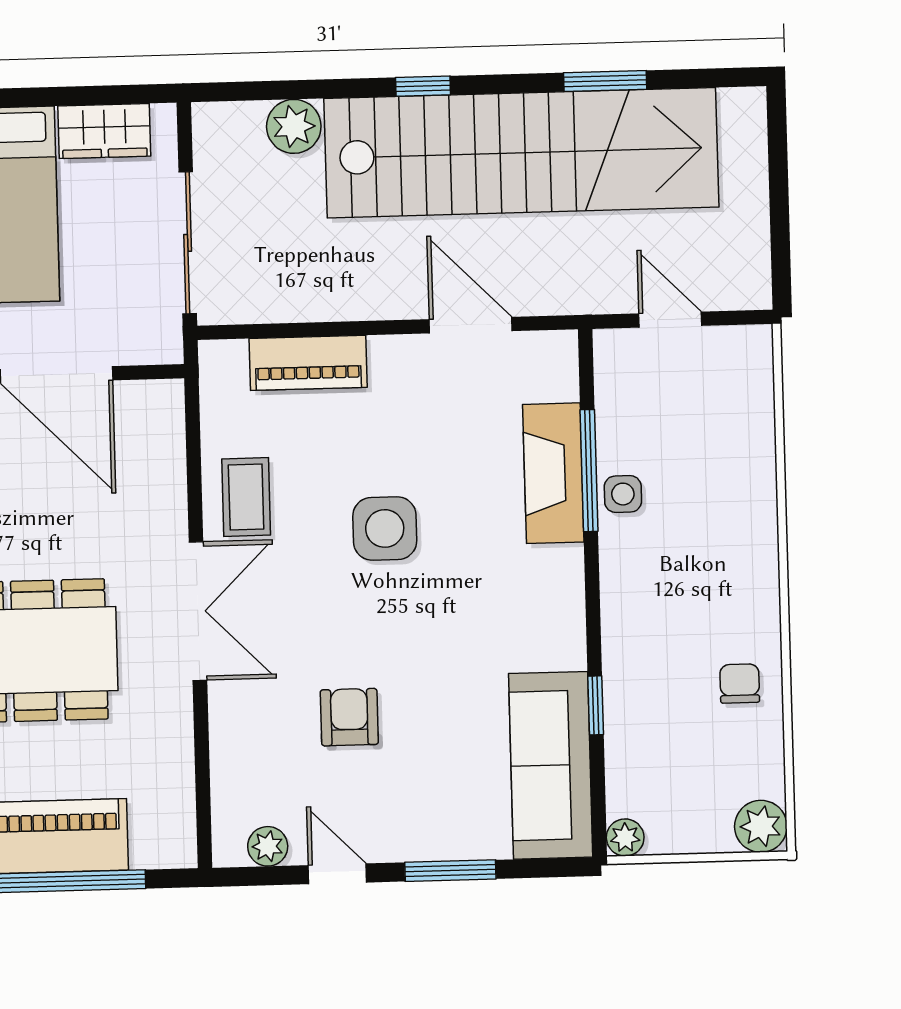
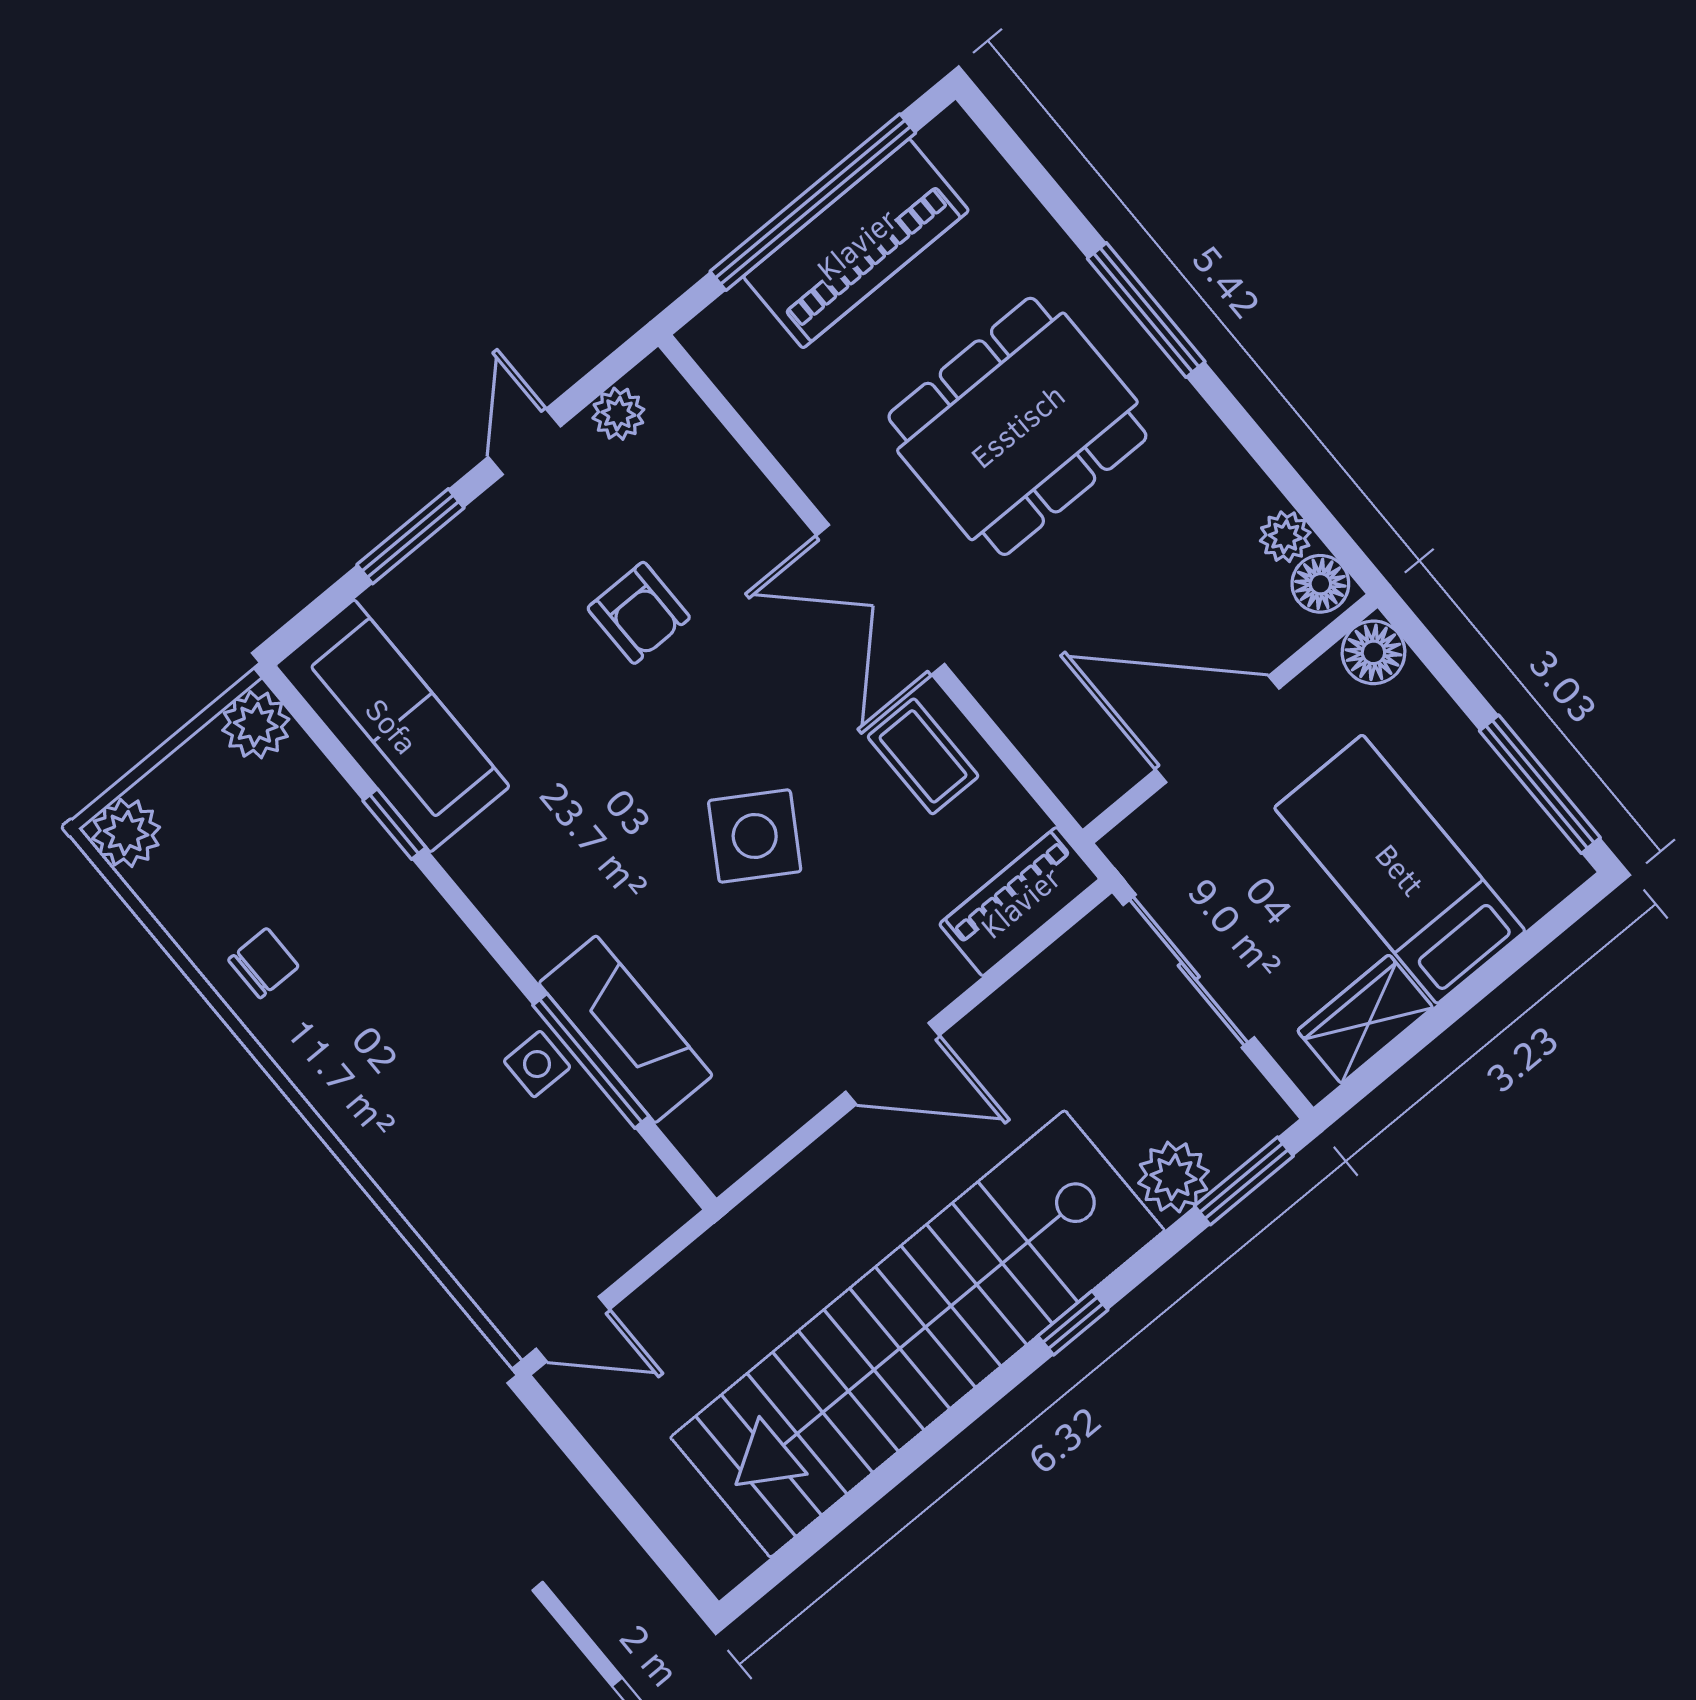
window: (605, 81) -> (1244, 1181), moved
door: (670, 320) -> (573, 1329), moved
door: (471, 325) -> (892, 1064), moved
piano: (308, 363) -> (1020, 902), moved
side table: (385, 528) -> (755, 836), turned 32
chair: (740, 683) -> (263, 963), turned -90
plant: (625, 838) -> (256, 725), width x1.38, depth x1.38
door: (337, 874) -> (524, 442), swing flipped

